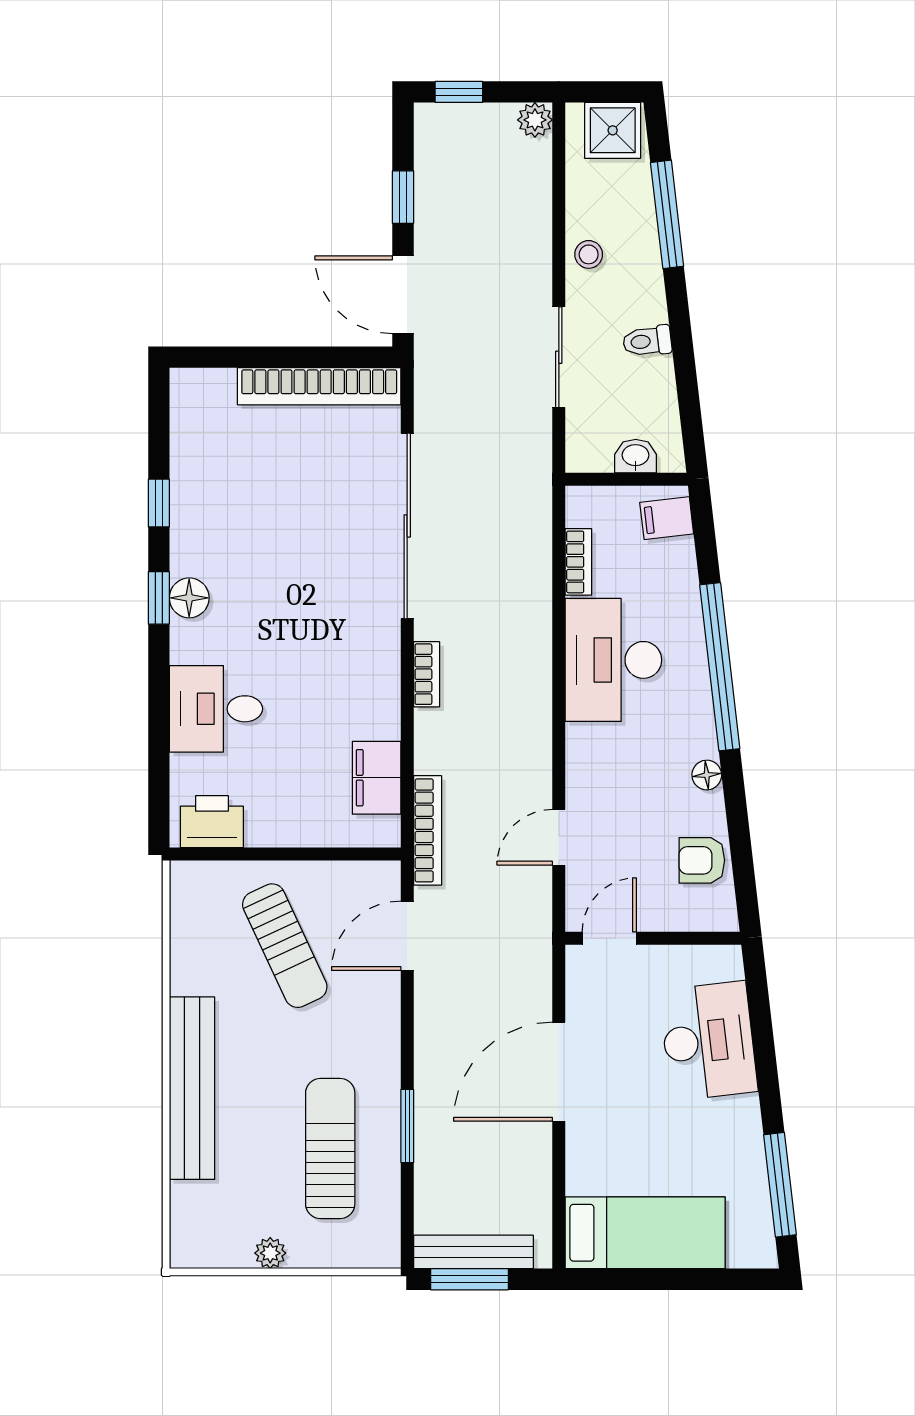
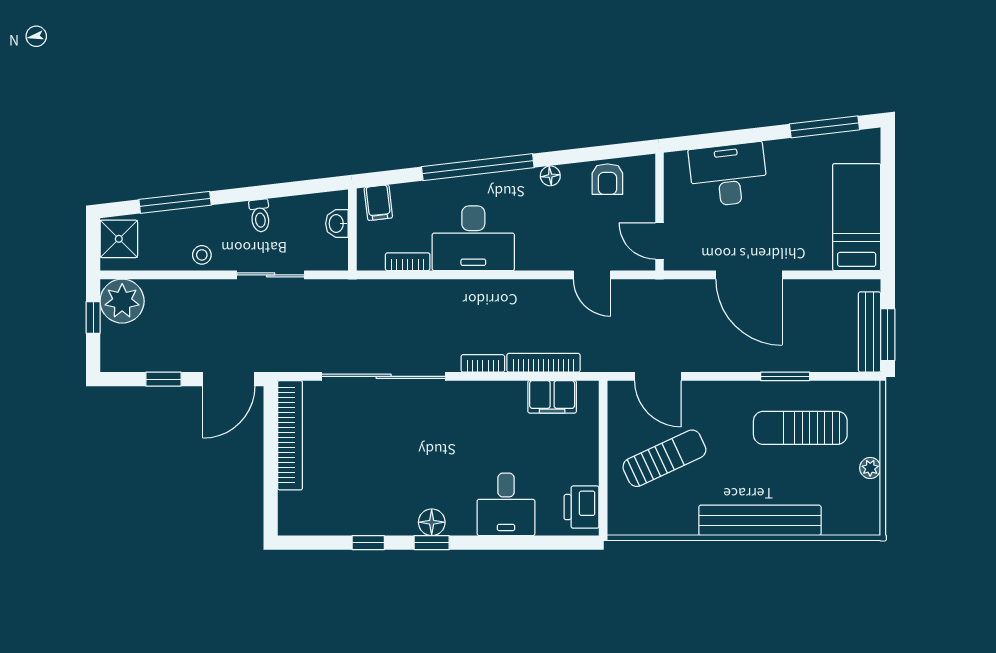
window: (459, 92) -> (93, 317), moved
plant: (535, 120) -> (122, 301), width x1.88, depth x1.88
bookcase: (428, 830) -> (543, 363), moved

